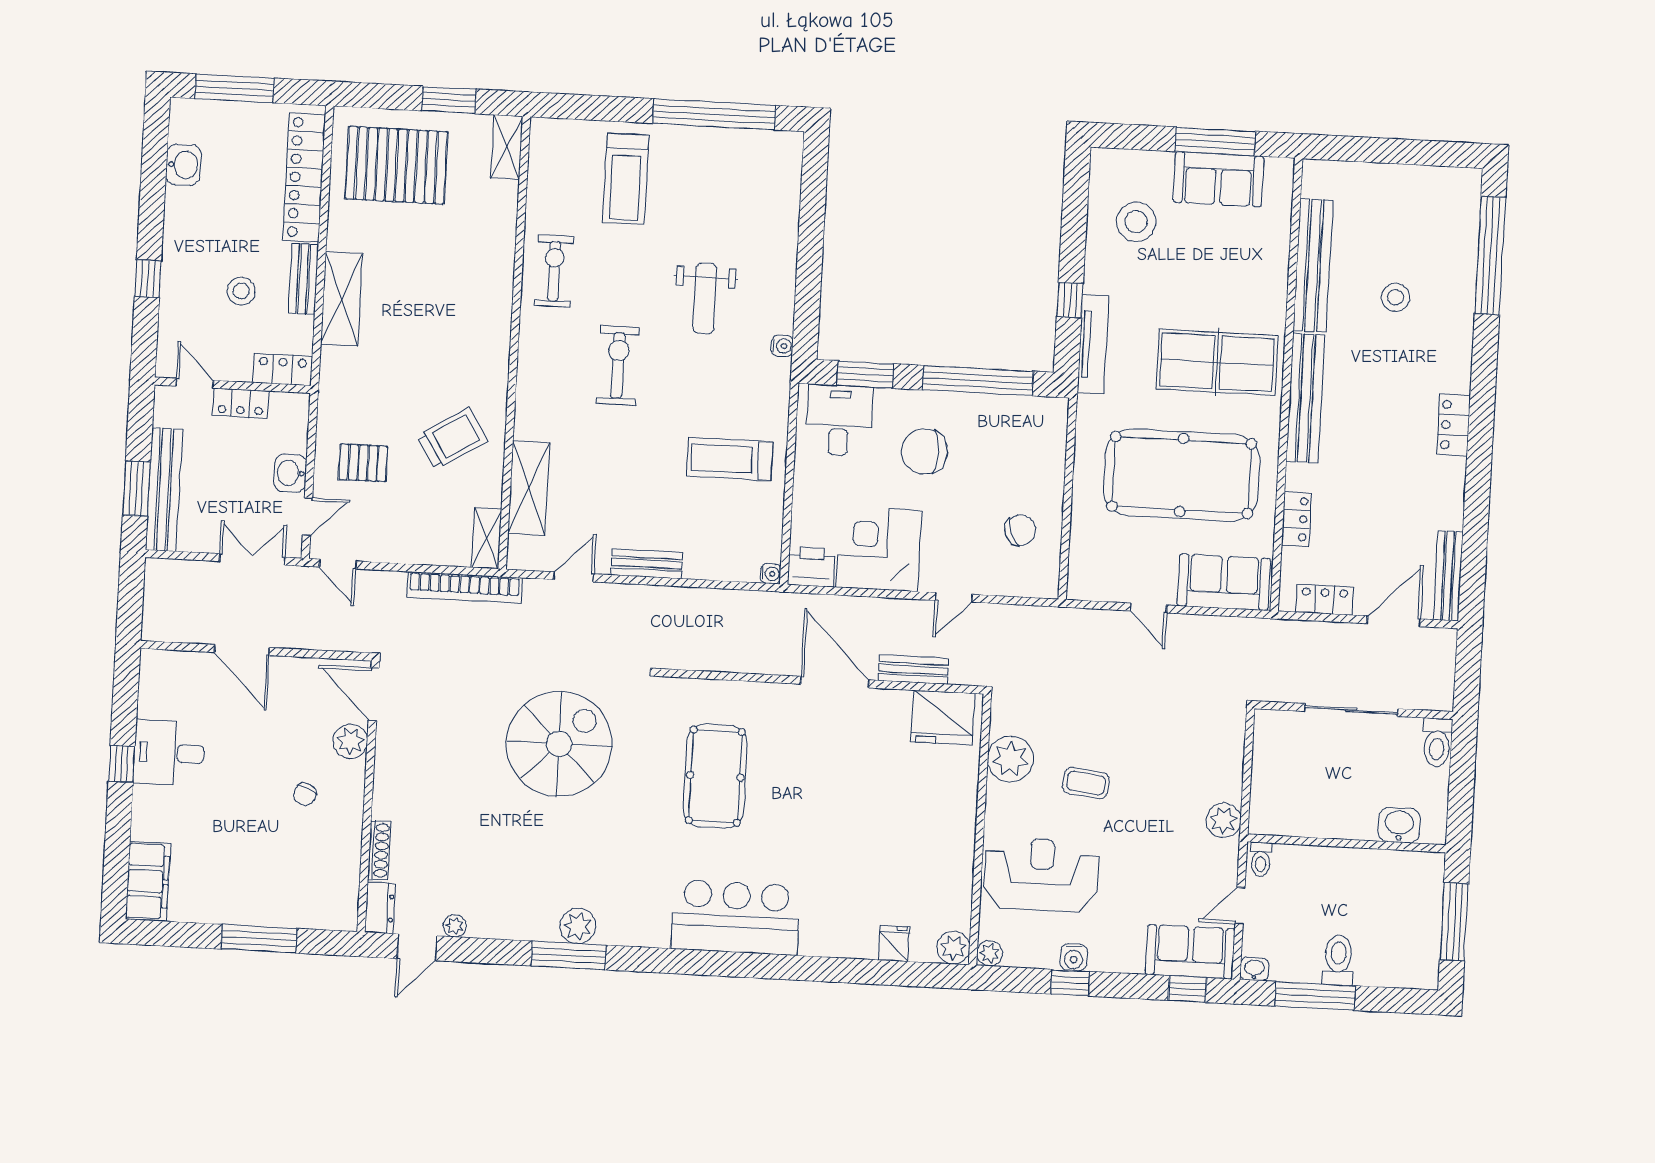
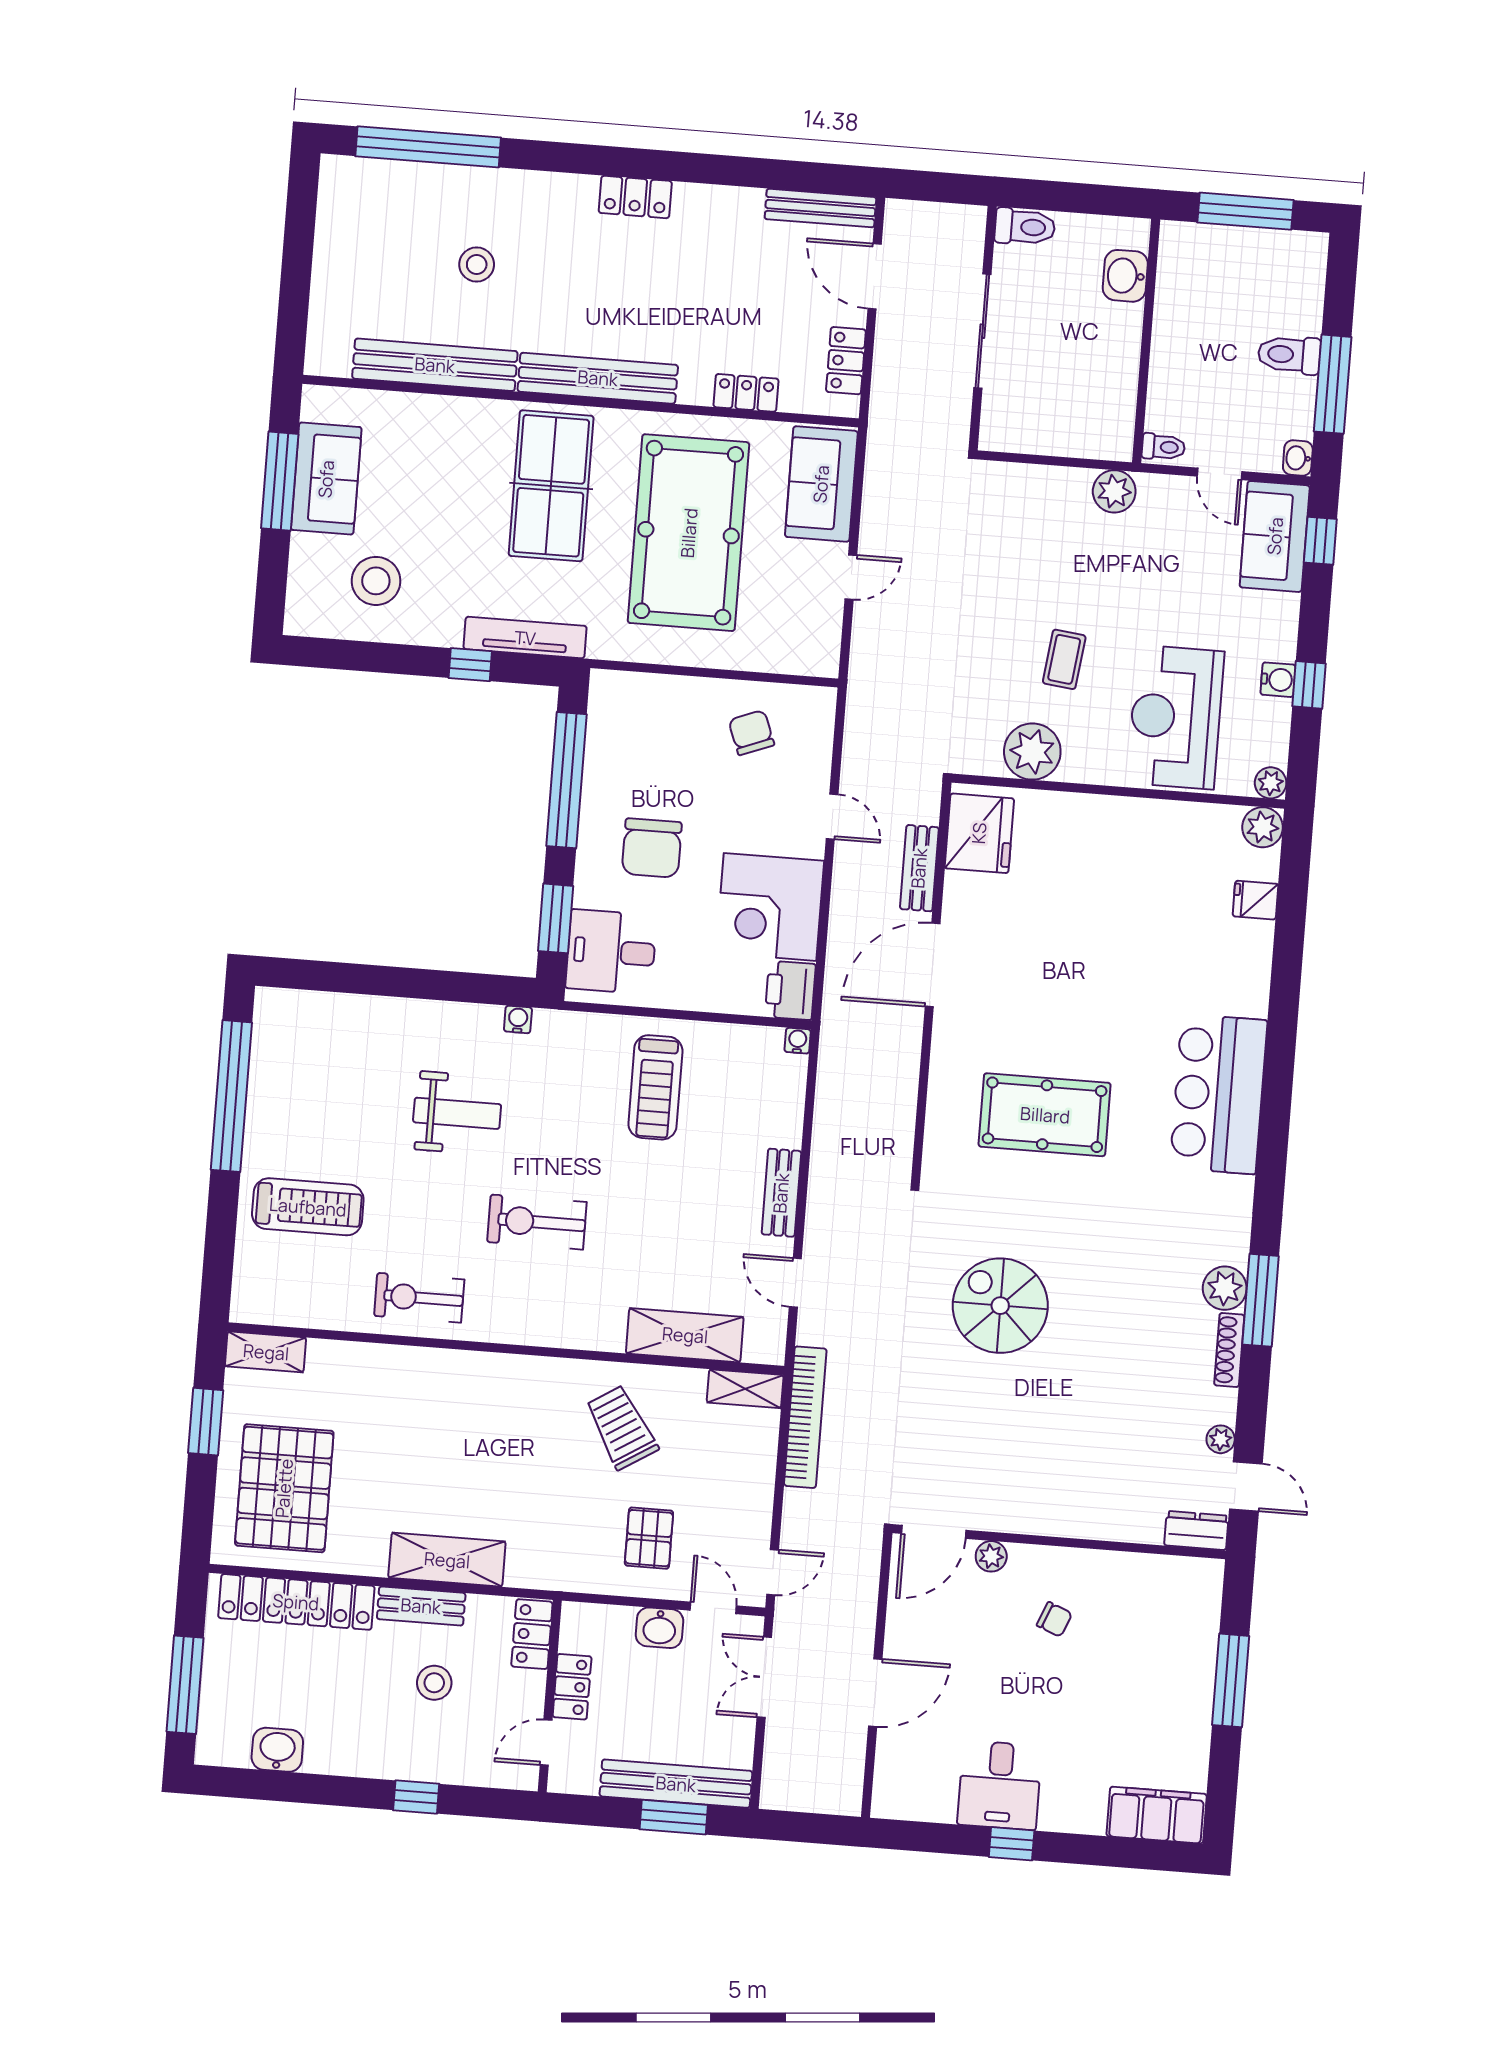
plant: (350, 741) -> (991, 1556), width x0.73, depth x0.73
spiral stairs: (559, 744) -> (1000, 1306), width x0.73, depth x0.73
shoe rack: (379, 850) -> (1229, 1350), moved, turned -90

